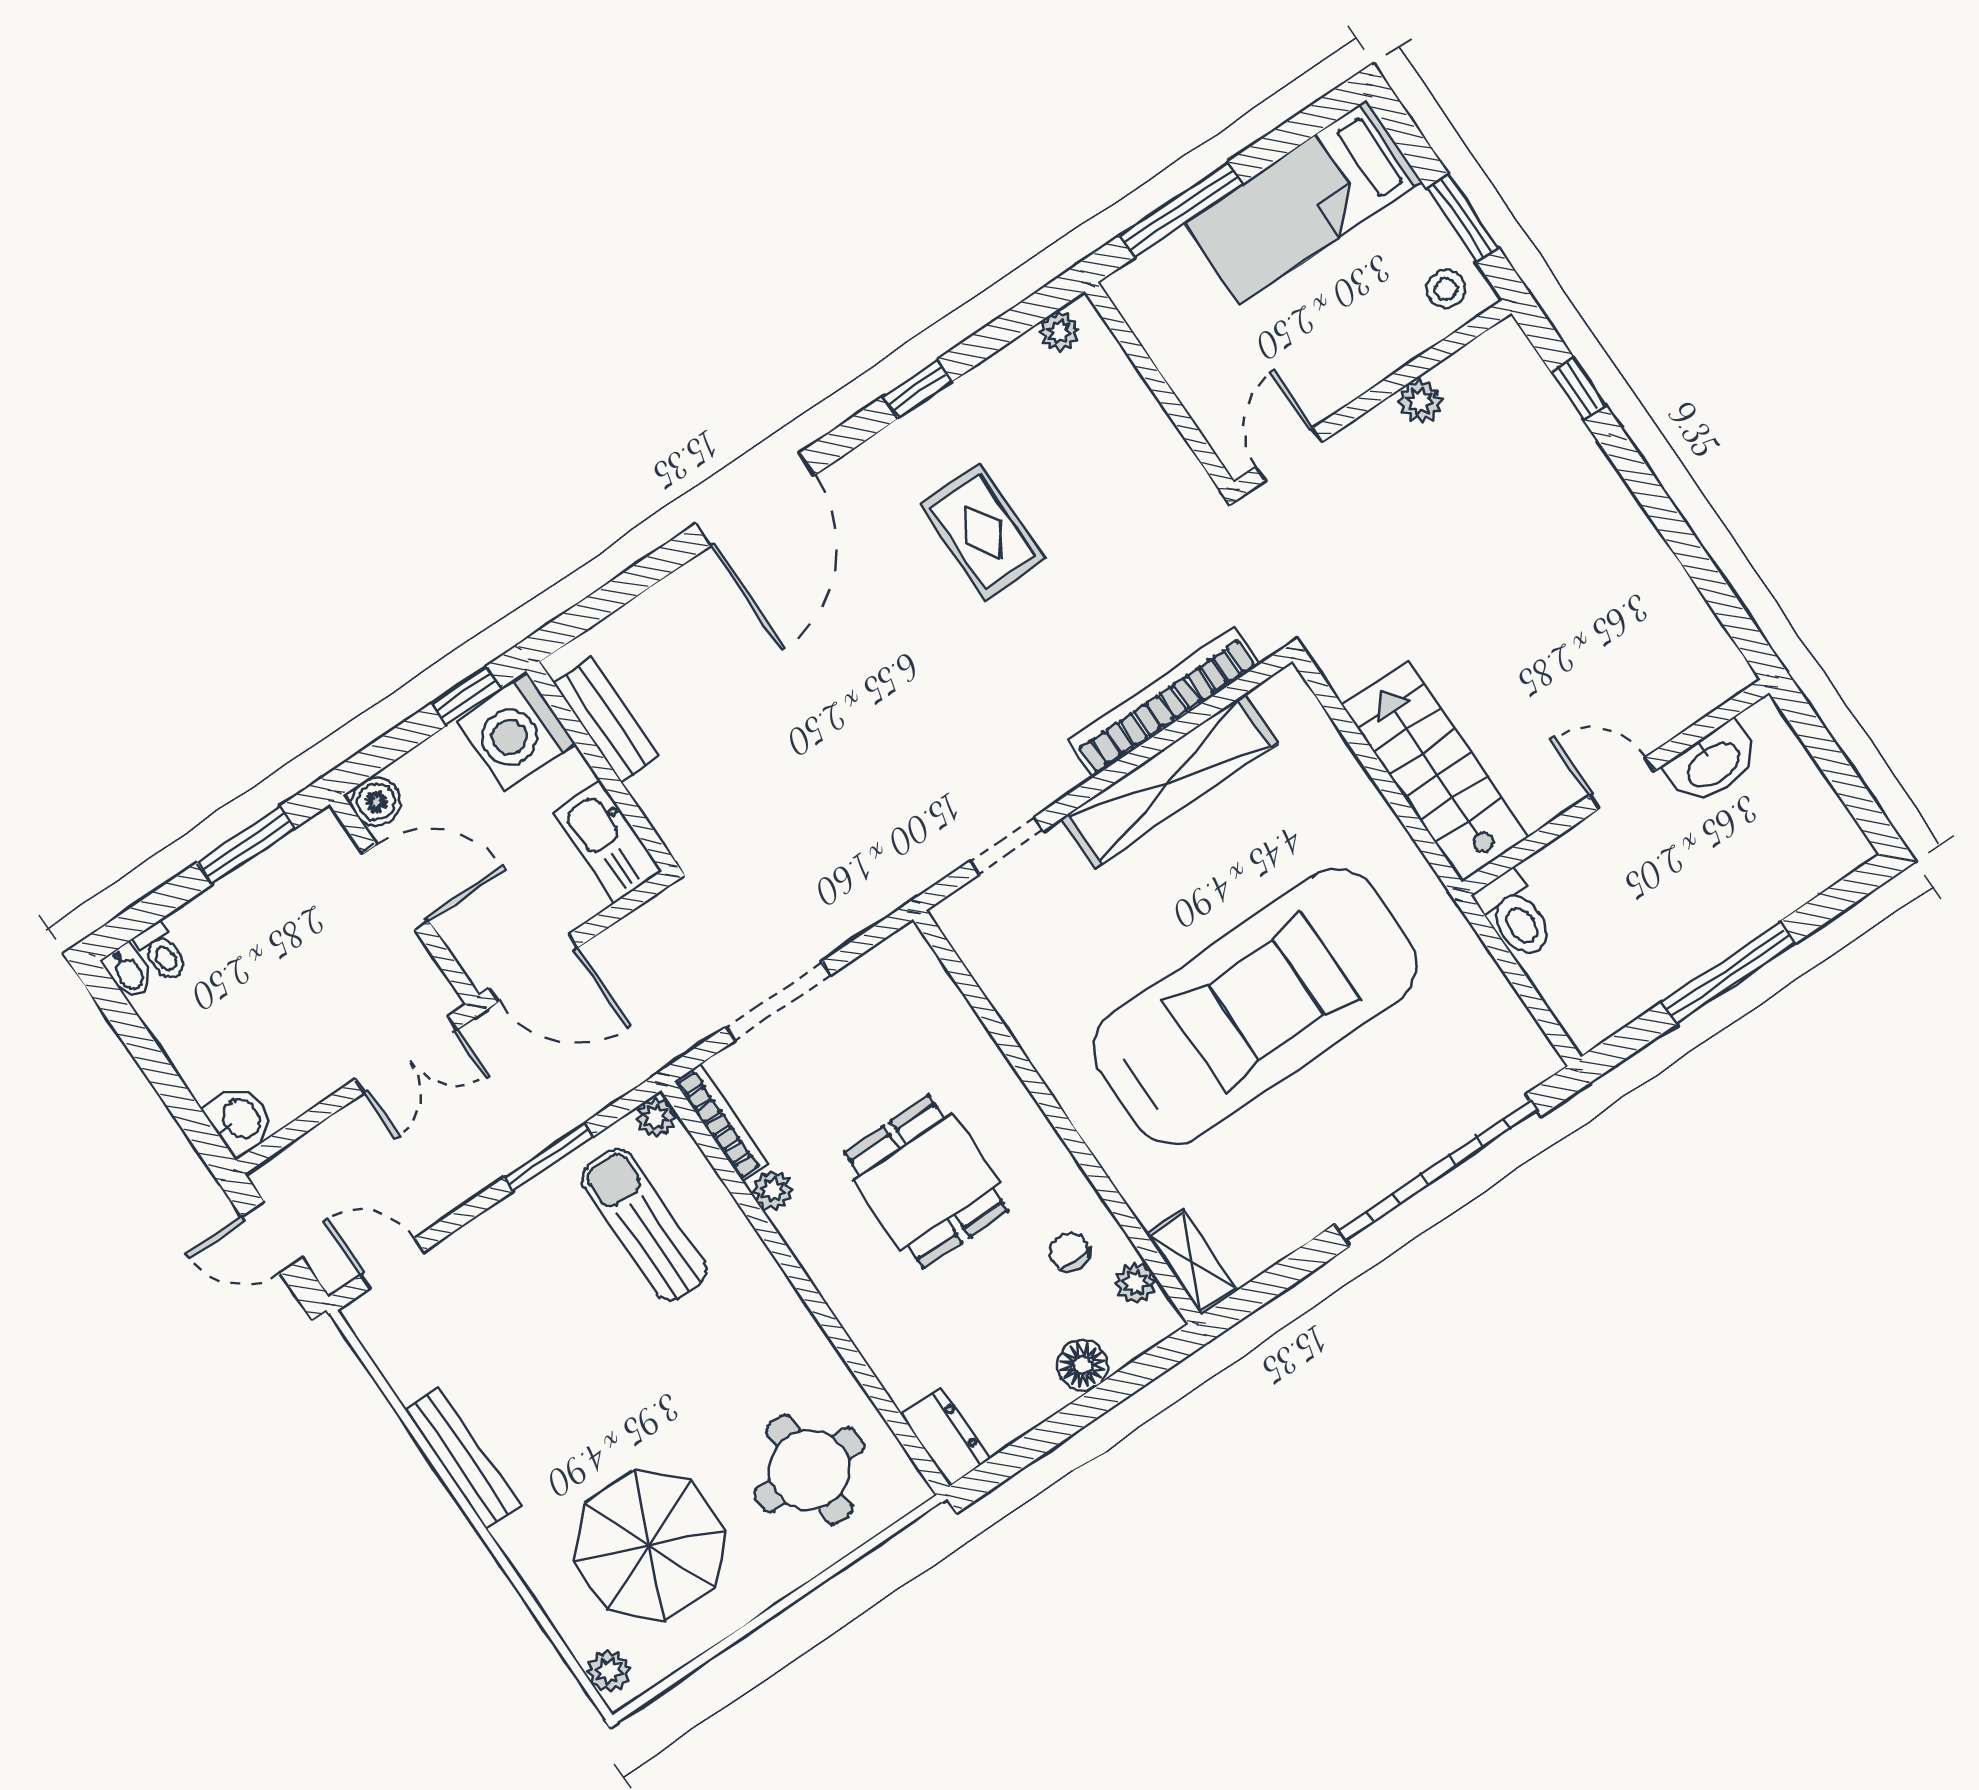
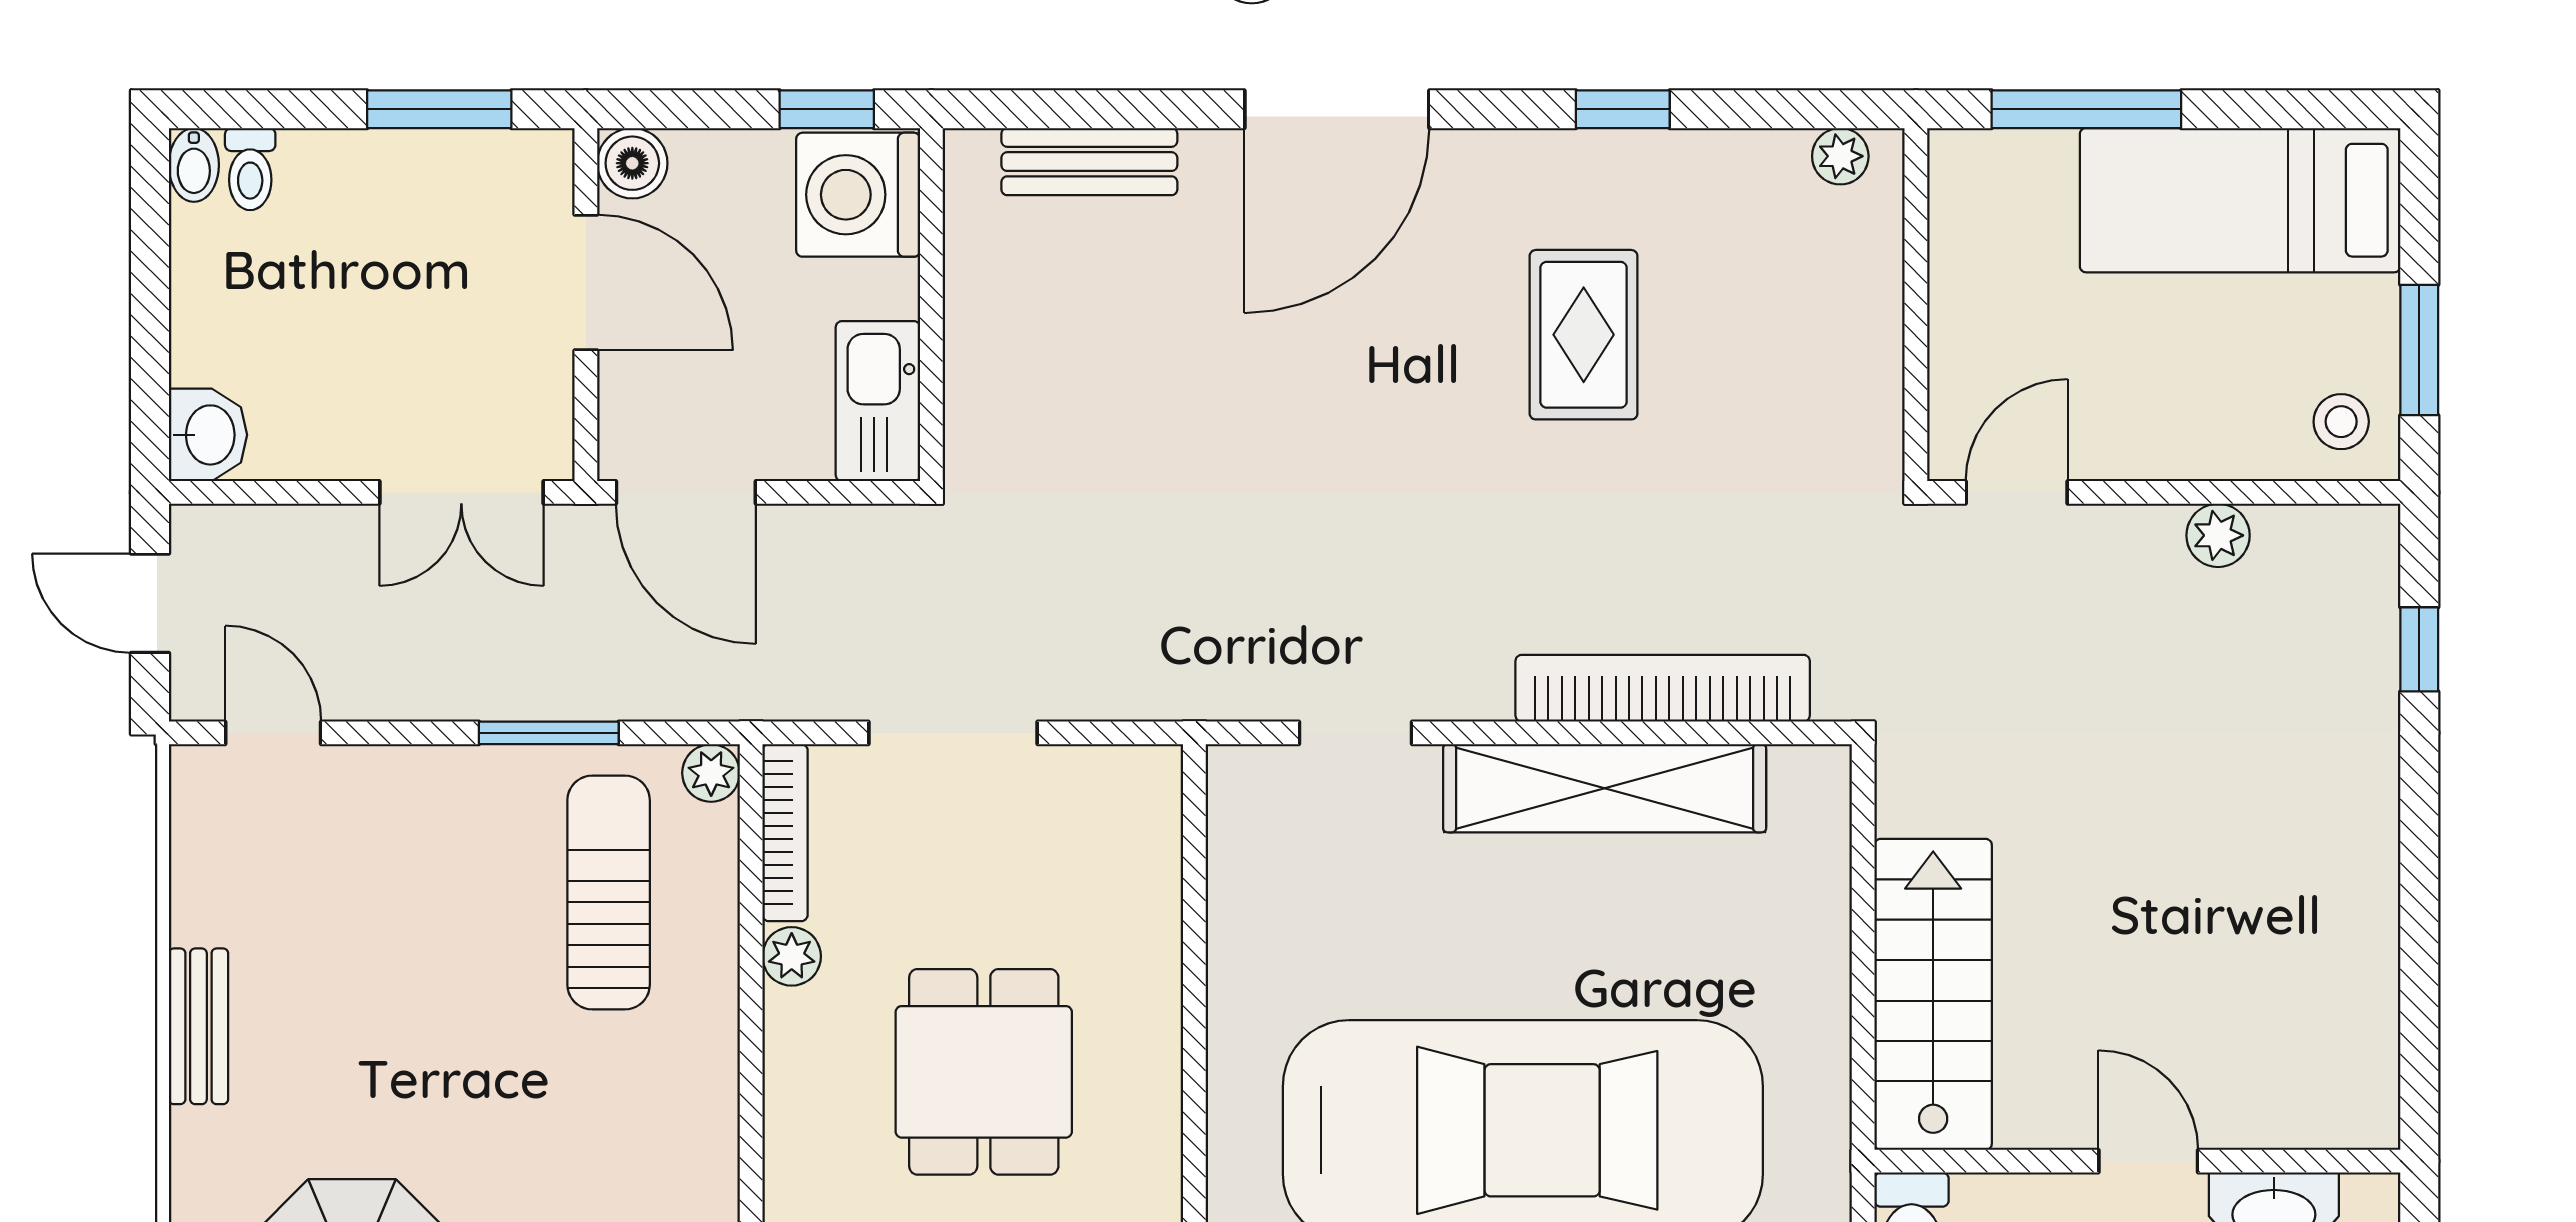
bench: (606, 720) -> (1089, 162), moved, turned 90
bench: (463, 1459) -> (198, 1026), width x0.73

